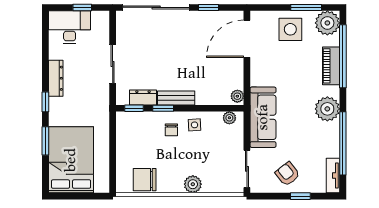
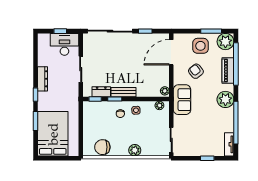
desk: (70, 27) -> (64, 44), moved
sofa: (263, 117) -> (182, 100), width x0.73
armchair: (287, 174) -> (196, 71), moved

